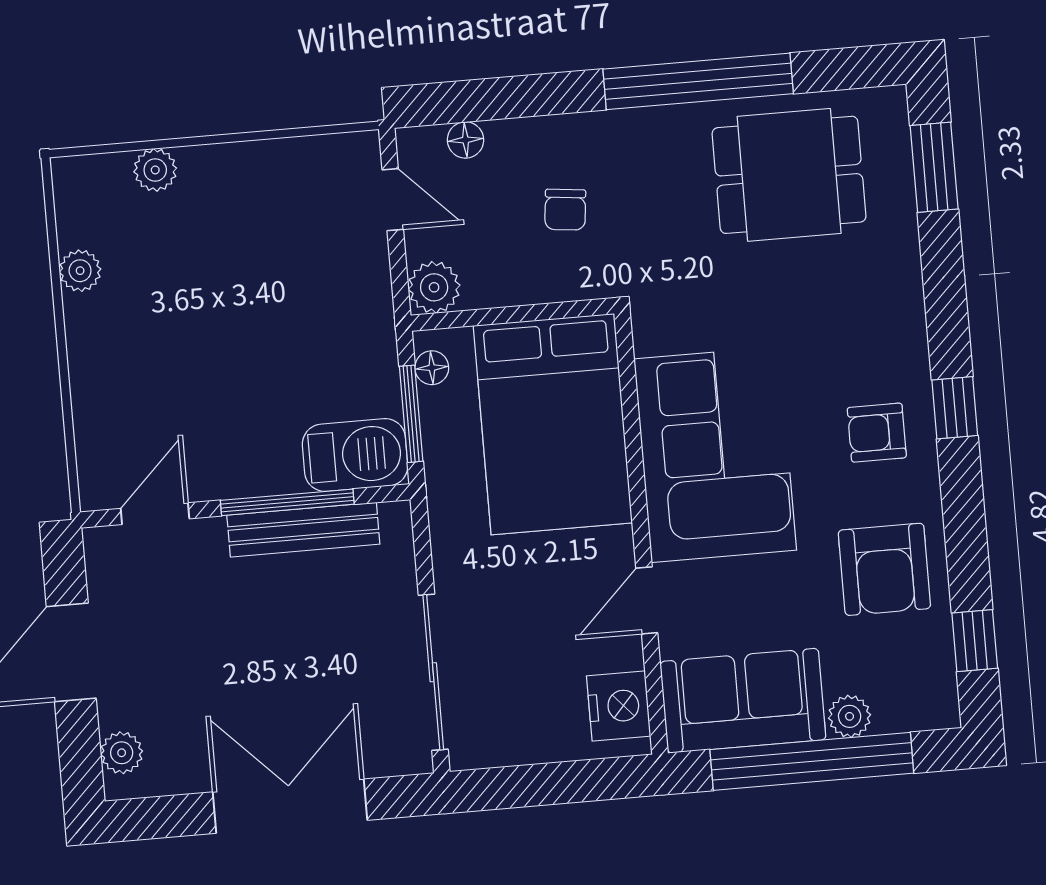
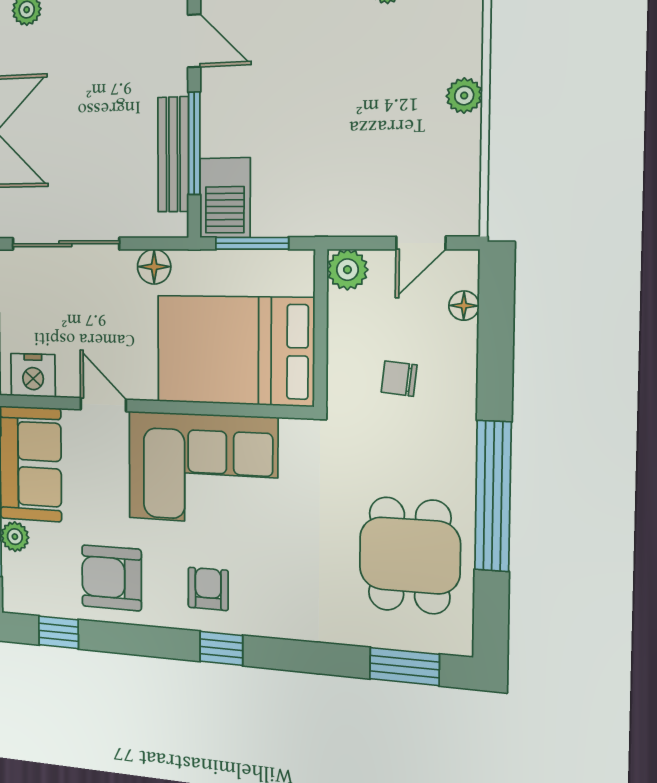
plant: (155, 170) -> (464, 96), moved
floor lamp: (432, 368) -> (154, 267), moved, width x1.37, depth x1.37

